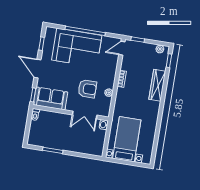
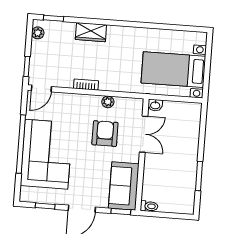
door: (122, 48) -> (41, 88), hinge flipped
wardrobe: (157, 85) -> (91, 32), width x0.67

